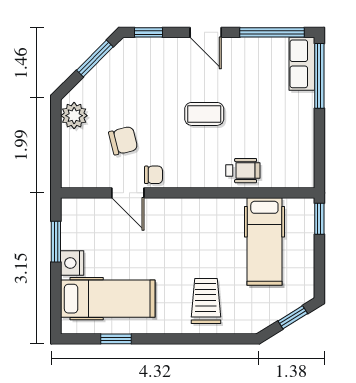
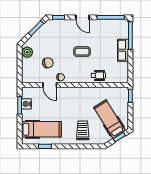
row of seats: (302, 64) -> (123, 50), moved
hospital bed: (264, 242) -> (110, 119), moved, turned 148
nightstand: (72, 263) -> (26, 104), moved

